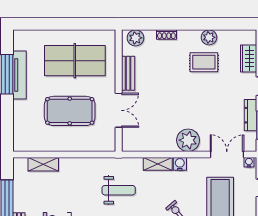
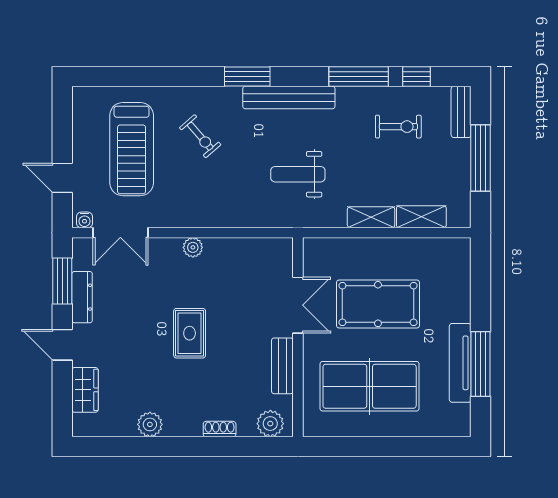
rug: (204, 62) -> (190, 333), moved, turned 90
double door: (119, 110) -> (298, 305), swing flipped
plant: (188, 140) -> (193, 247), width x0.53, depth x0.53
shelving: (158, 164) -> (371, 217), moved
water cooler: (180, 164) -> (198, 217), removed

